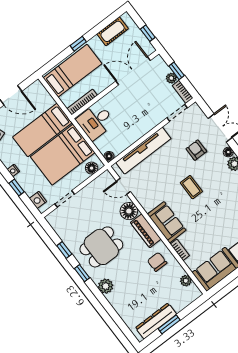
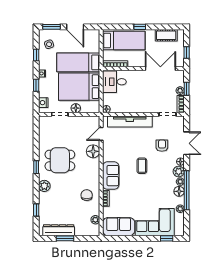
floor lamp: (92, 168) -> (76, 108), moved
door: (123, 186) -> (101, 134), hinge flipped
piano: (146, 231) -> (94, 171), removed
window: (64, 250) -> (36, 210), moved

